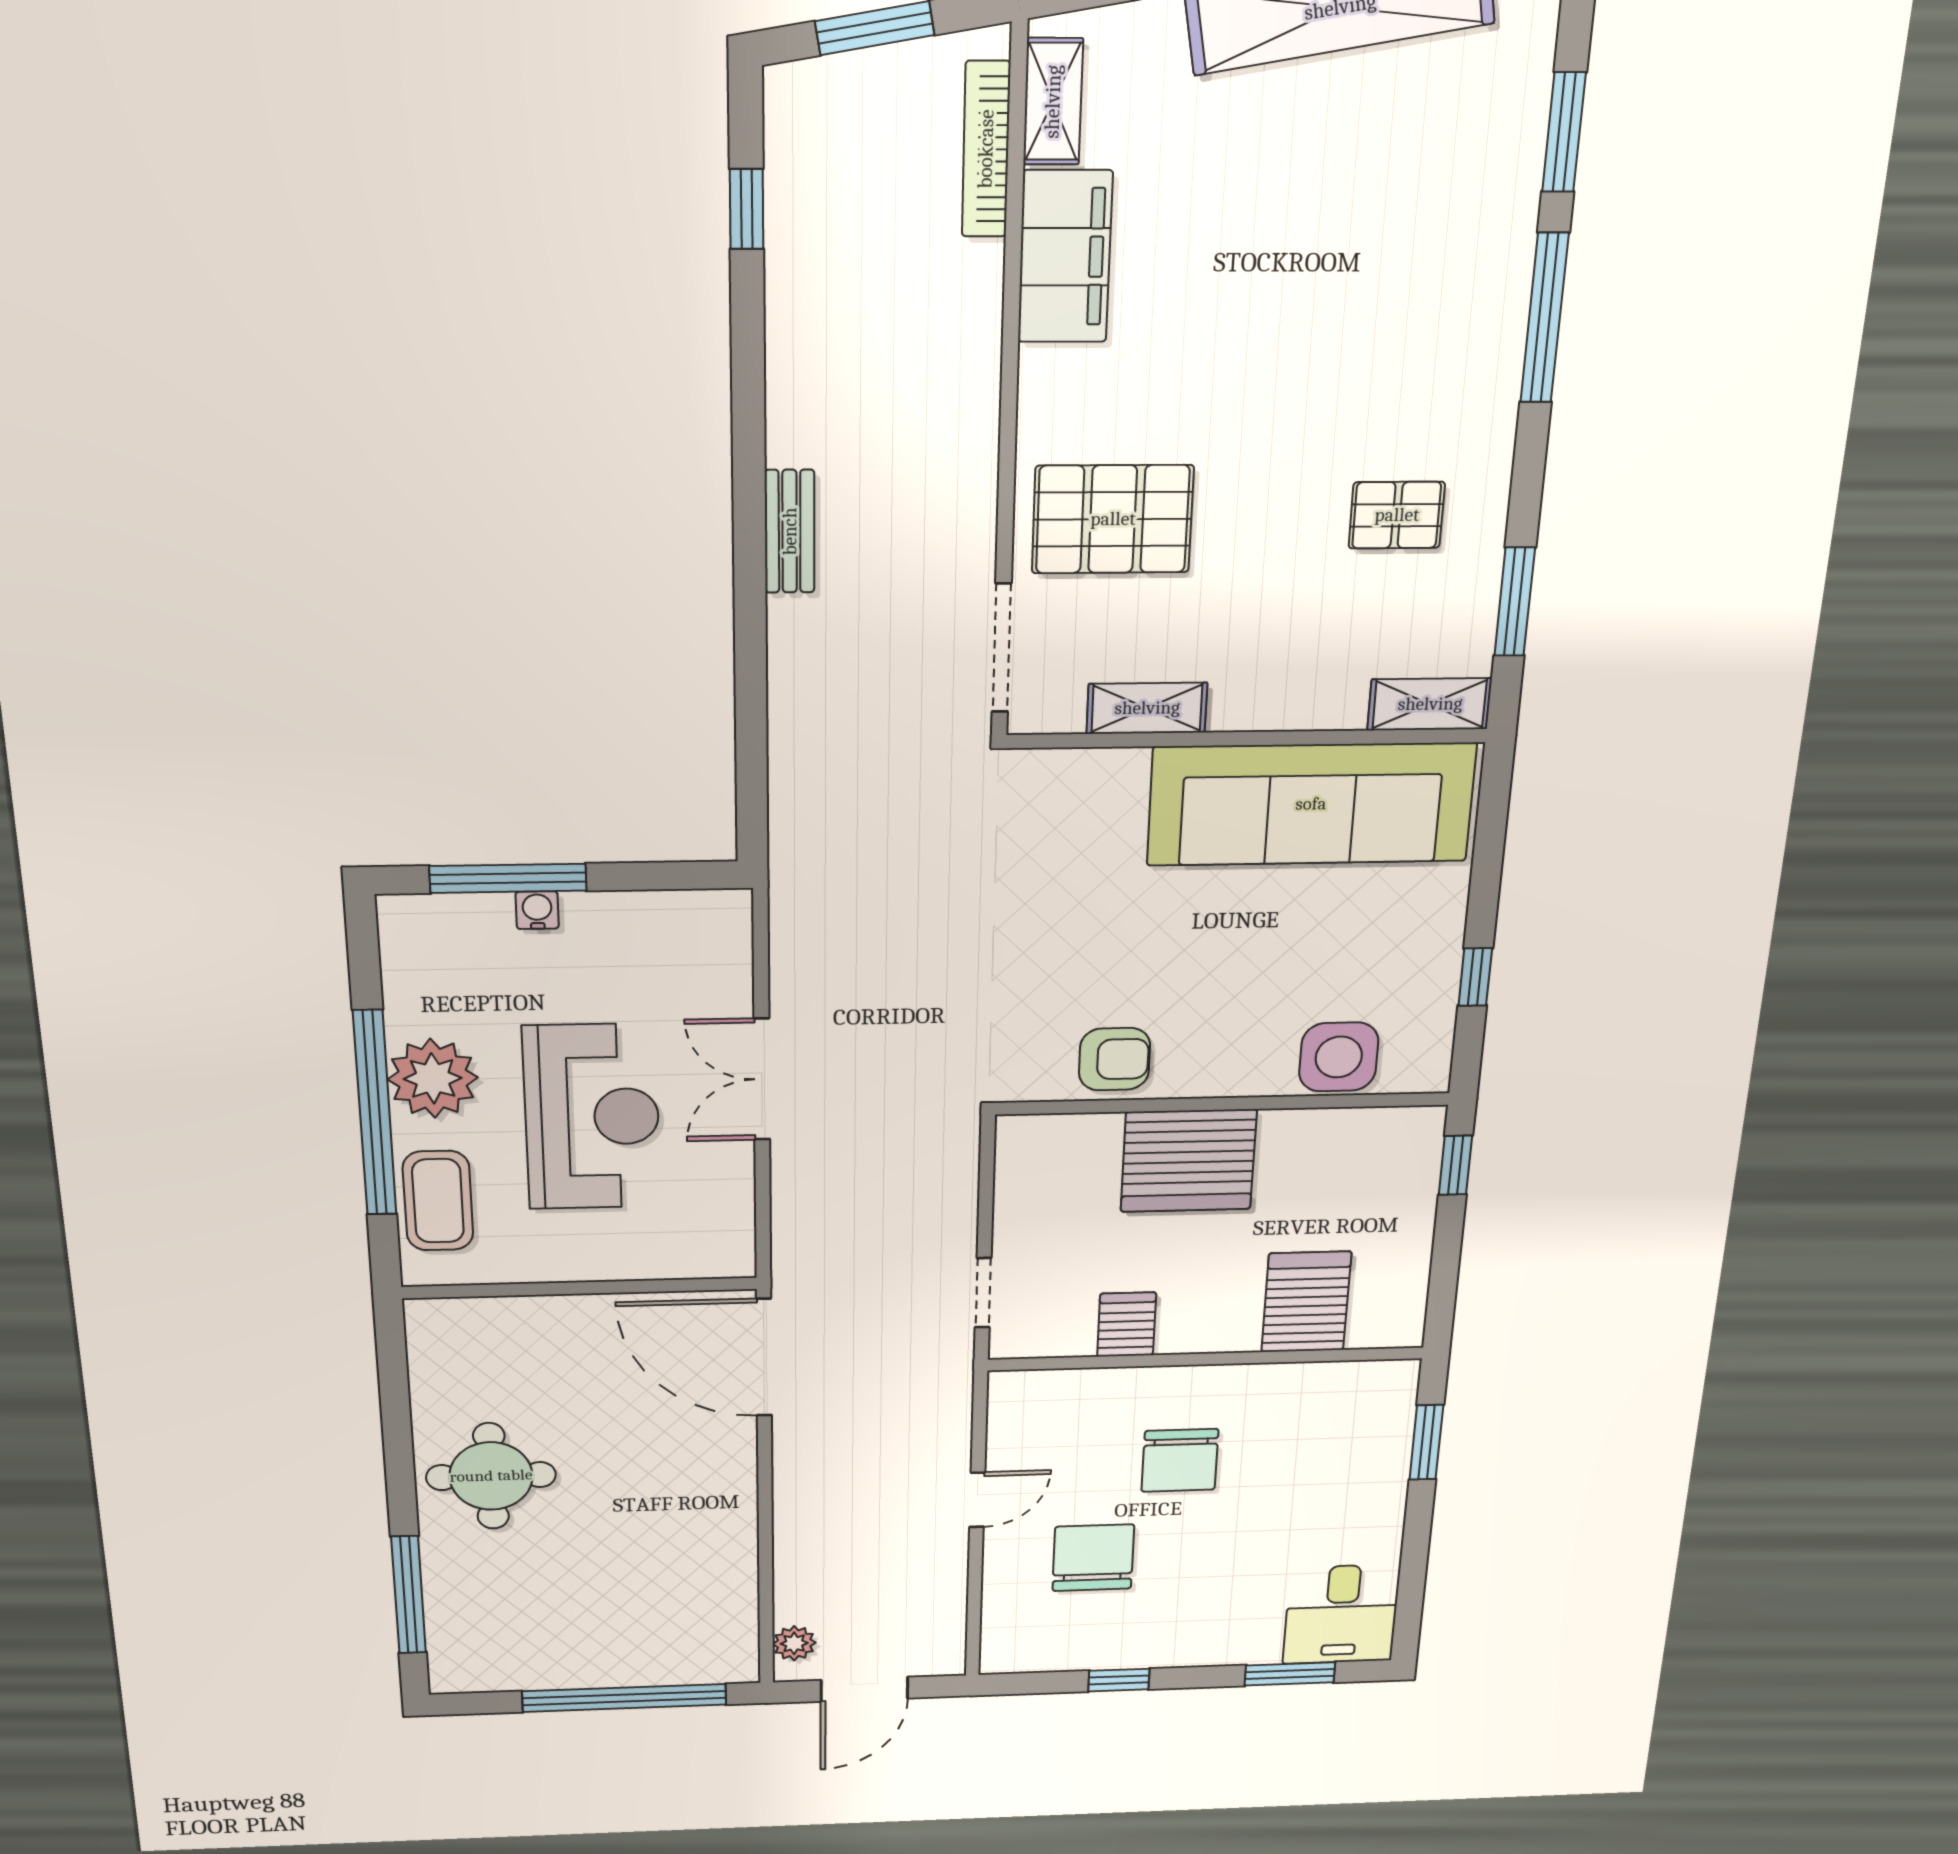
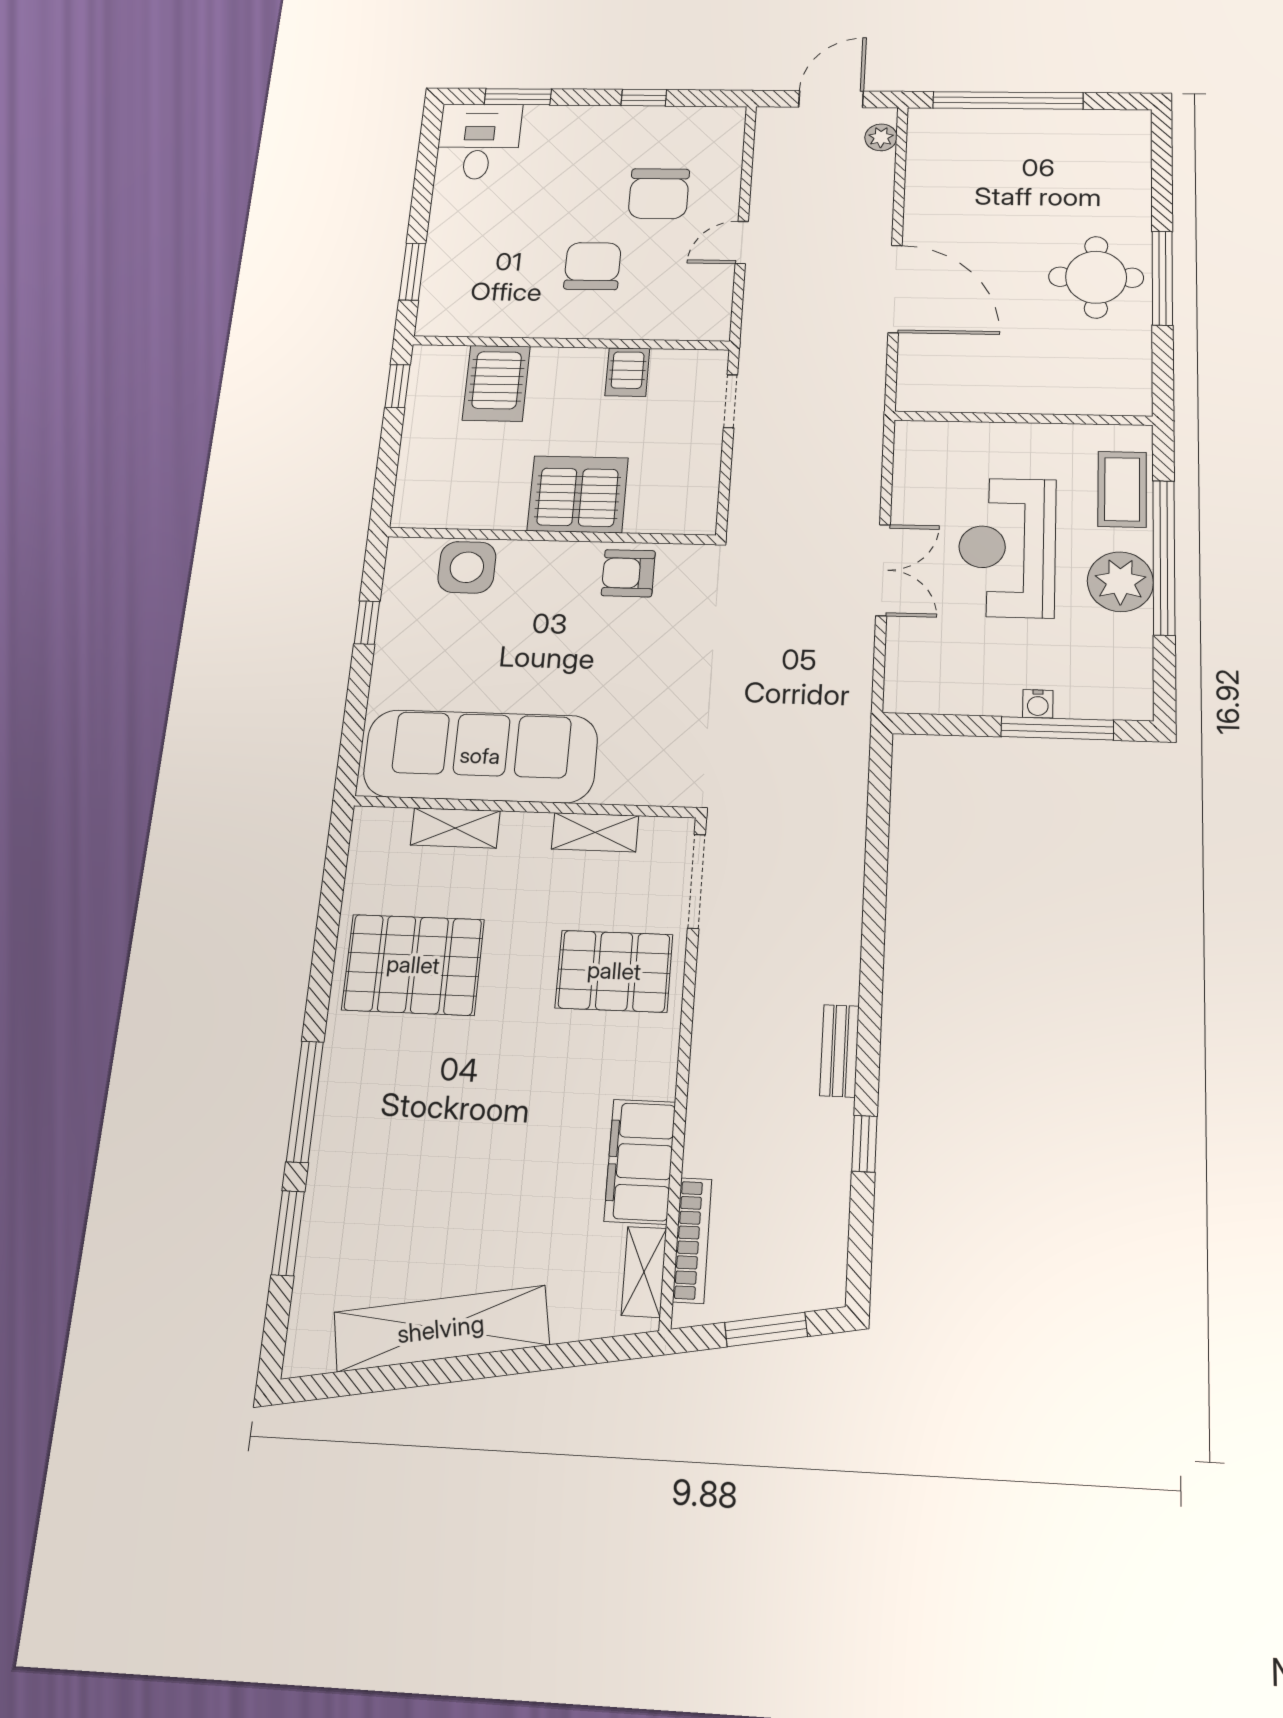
window: (747, 209) -> (864, 1144), moved
pallet: (1397, 515) -> (413, 965), width x2.05, depth x2.00
bench: (790, 531) -> (839, 1051), moved
window: (1515, 602) -> (331, 898), removed
shelving: (1430, 704) -> (455, 828), moved
window: (1455, 1165) -> (398, 386), moved
door: (764, 1357) -> (895, 289), moved
window: (409, 1595) -> (1162, 278), moved

